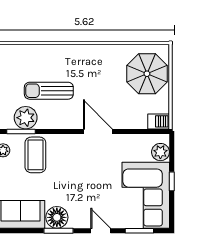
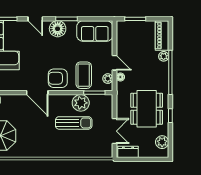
plant: (26, 118) -> (81, 103), moved
armchair: (70, 151) -> (58, 78), added
floor lamp: (57, 217) -> (58, 29), moved

